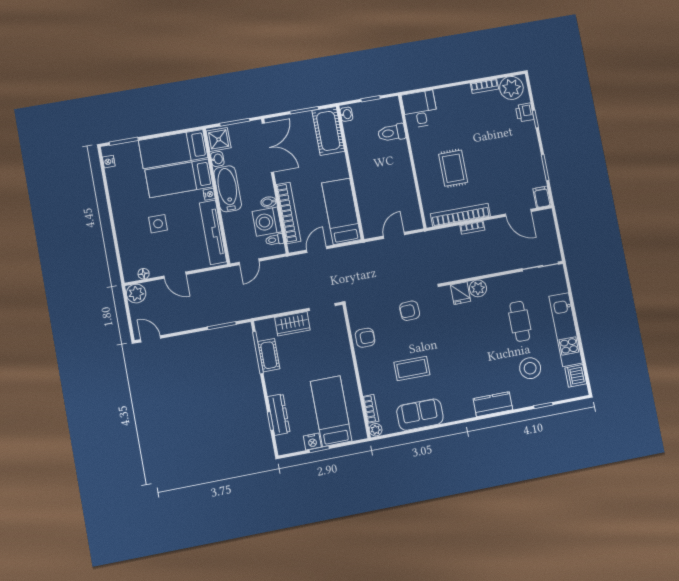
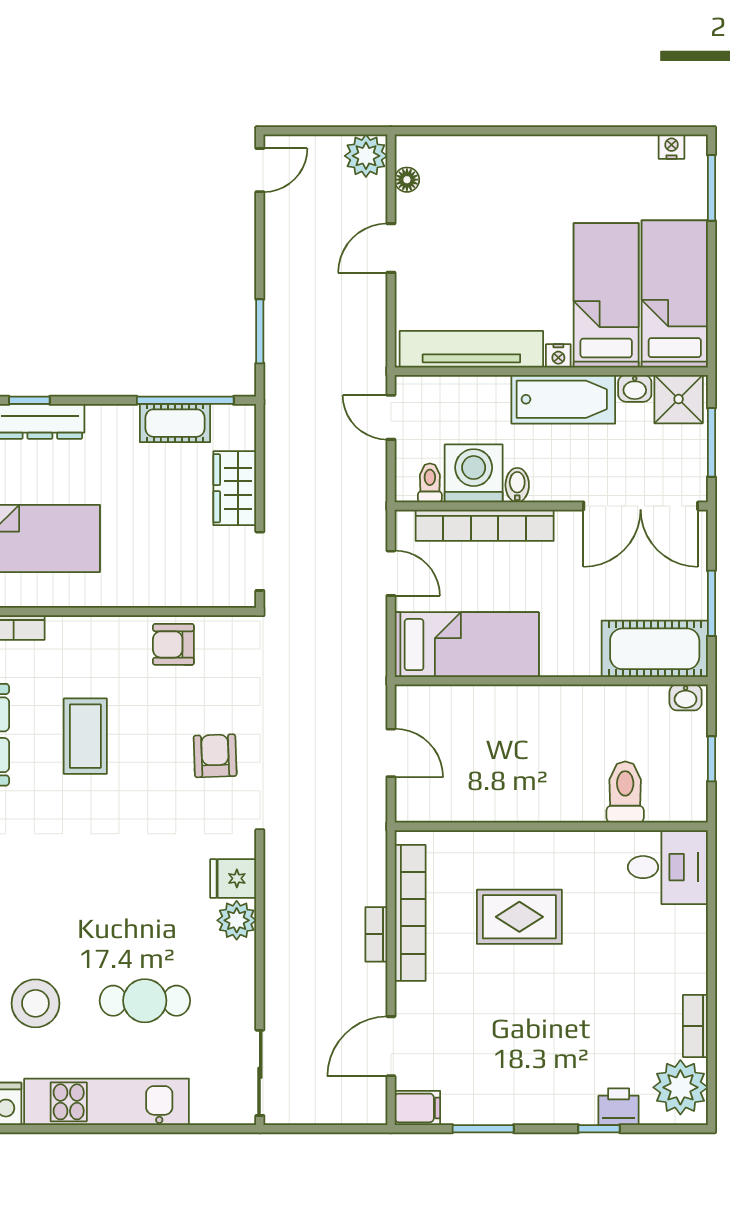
side table: (158, 224) -> (513, 231), removed
armchair: (365, 338) -> (173, 644), turned 90

